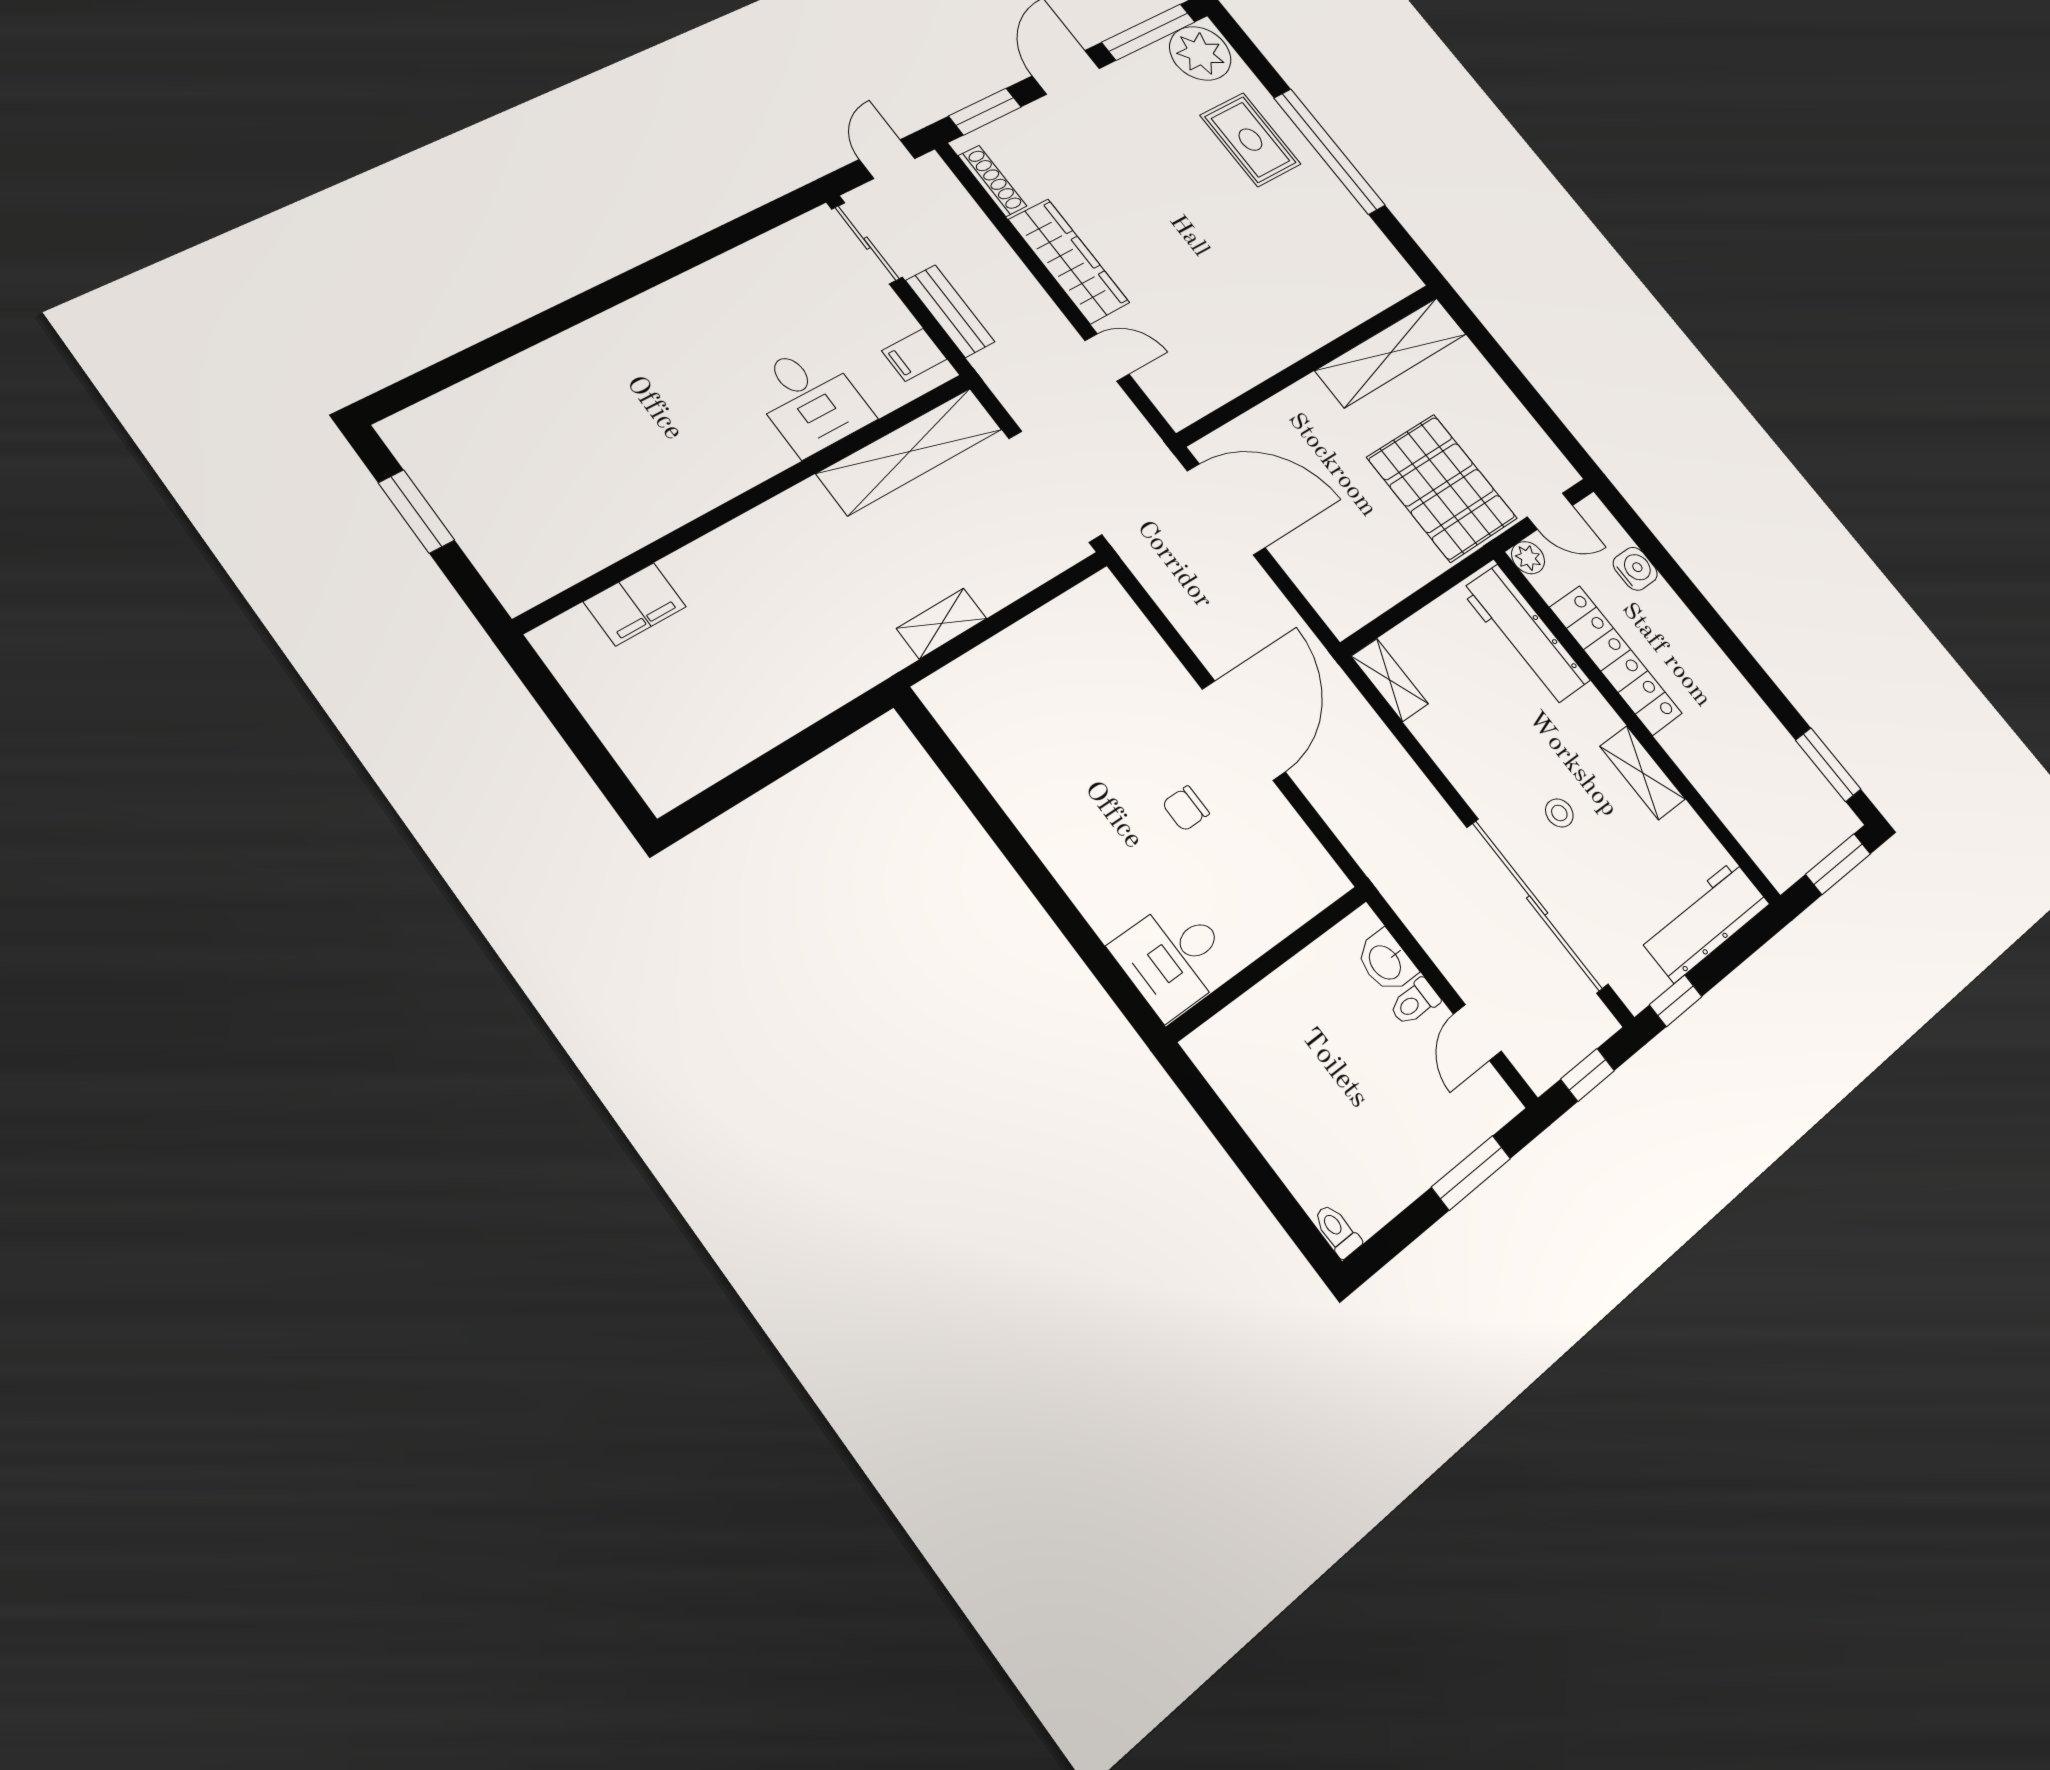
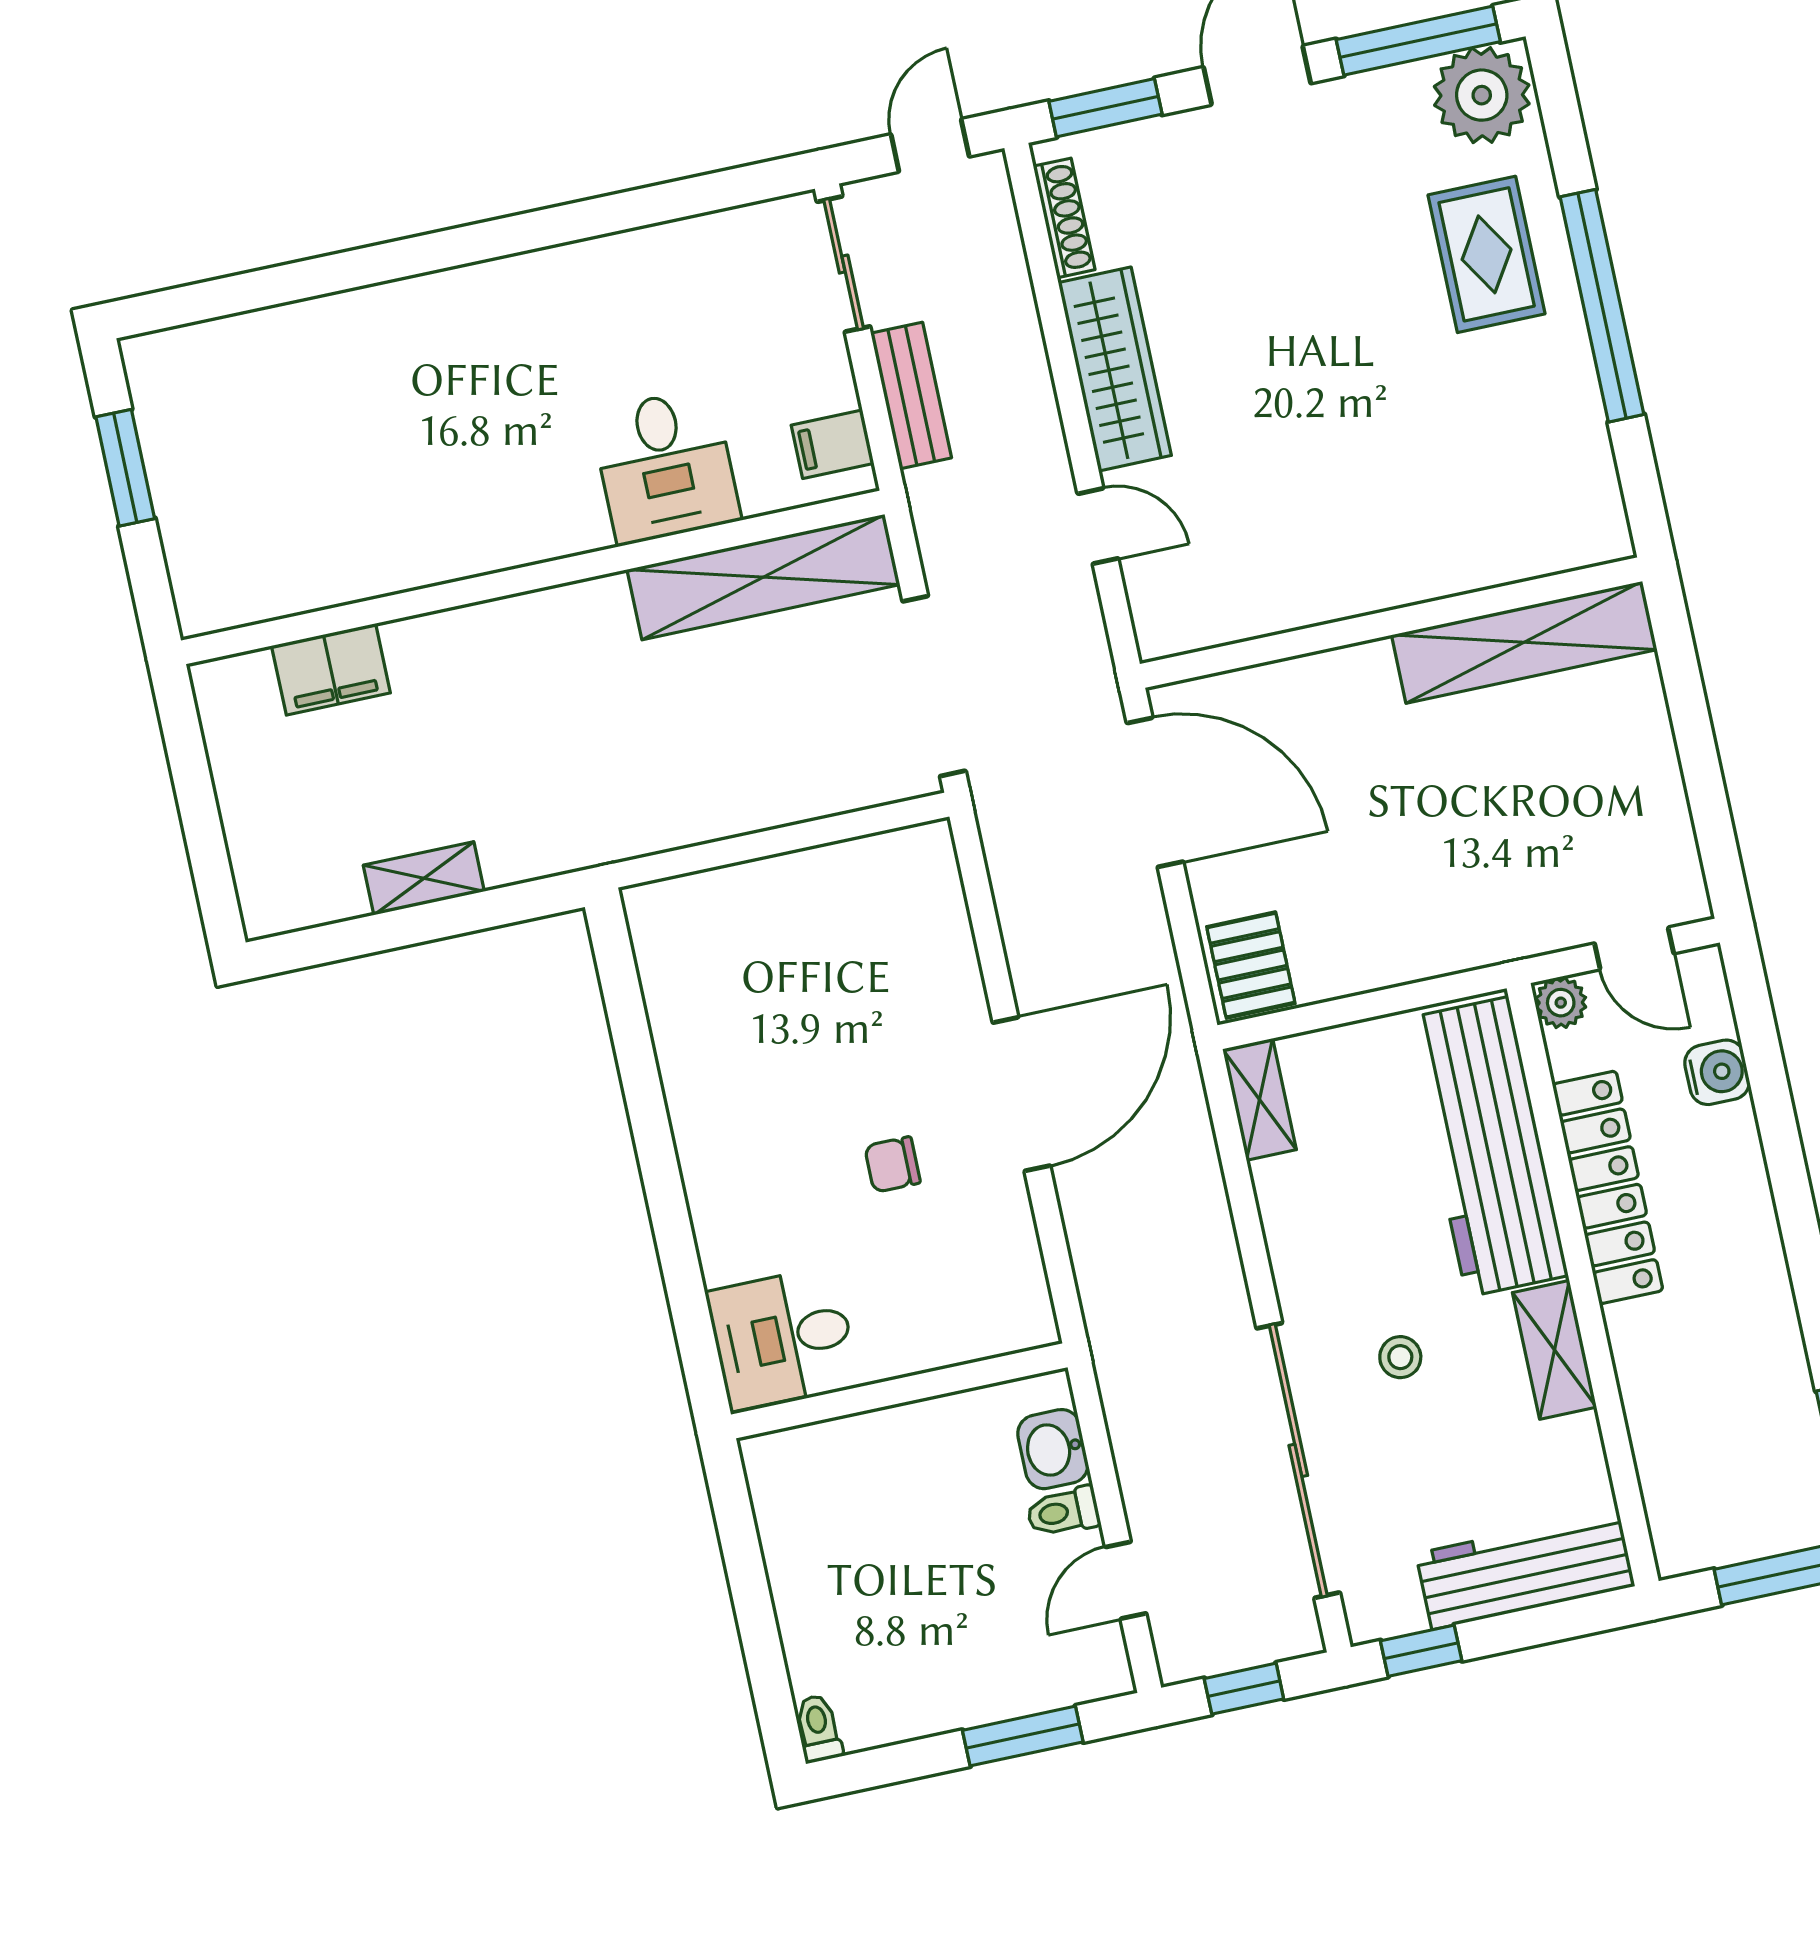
pallet: (1442, 488) -> (1251, 965), moved, width x0.49, depth x0.50
shelving: (942, 623) -> (424, 878), moved
workbench: (1525, 635) -> (1488, 1147), width x1.36, depth x1.32

